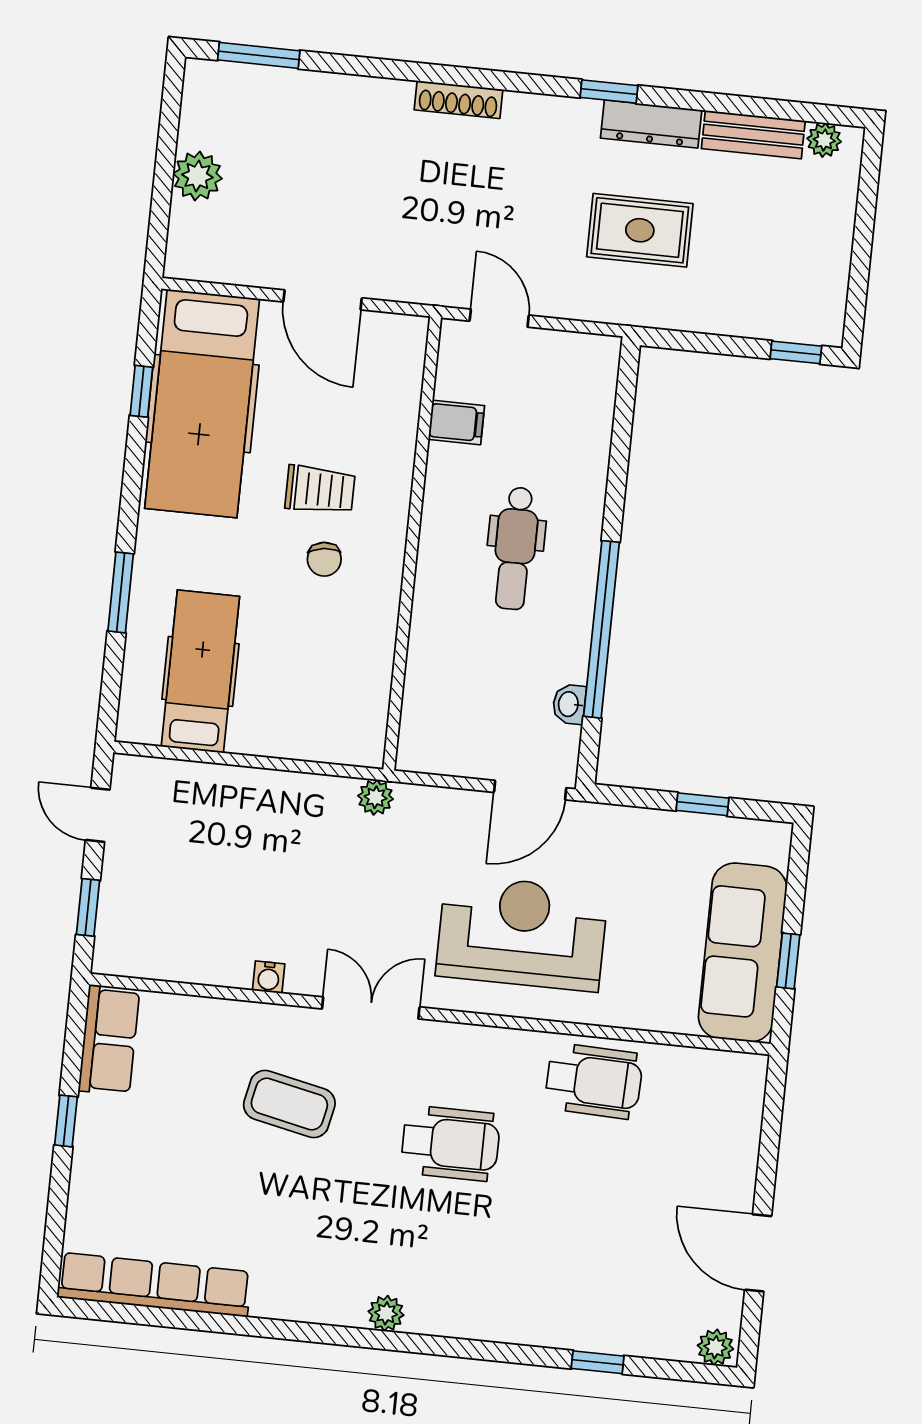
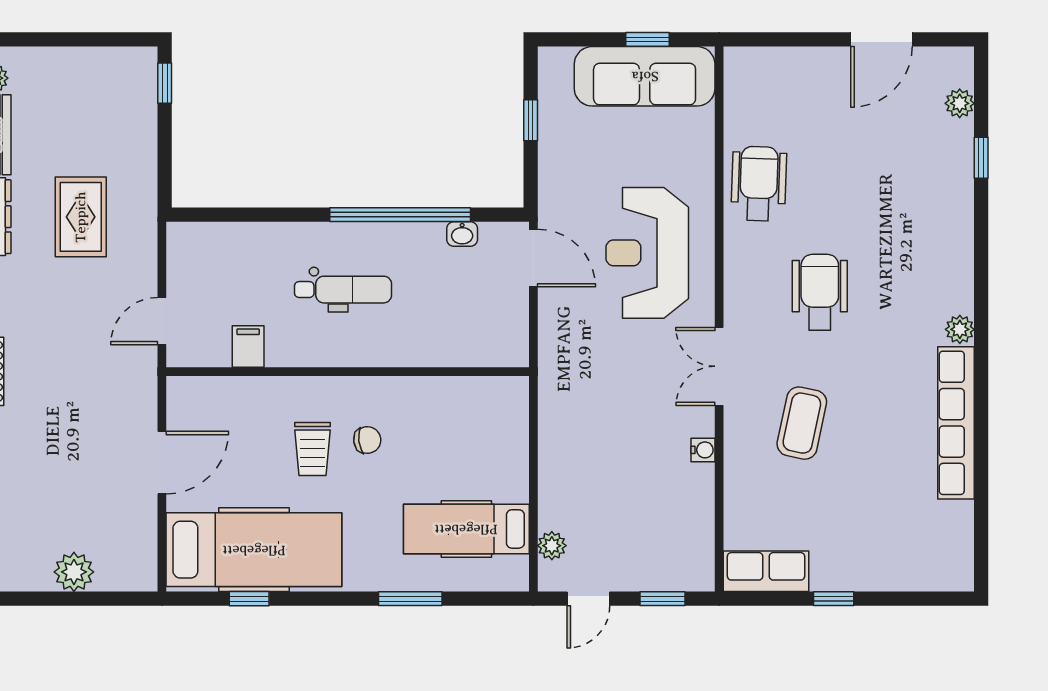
trolley: (320, 490) -> (313, 449), turned 180
plant: (376, 797) -> (552, 546), moved
row of seats: (154, 1285) -> (956, 423), moved
plant: (715, 1347) -> (960, 103), moved

